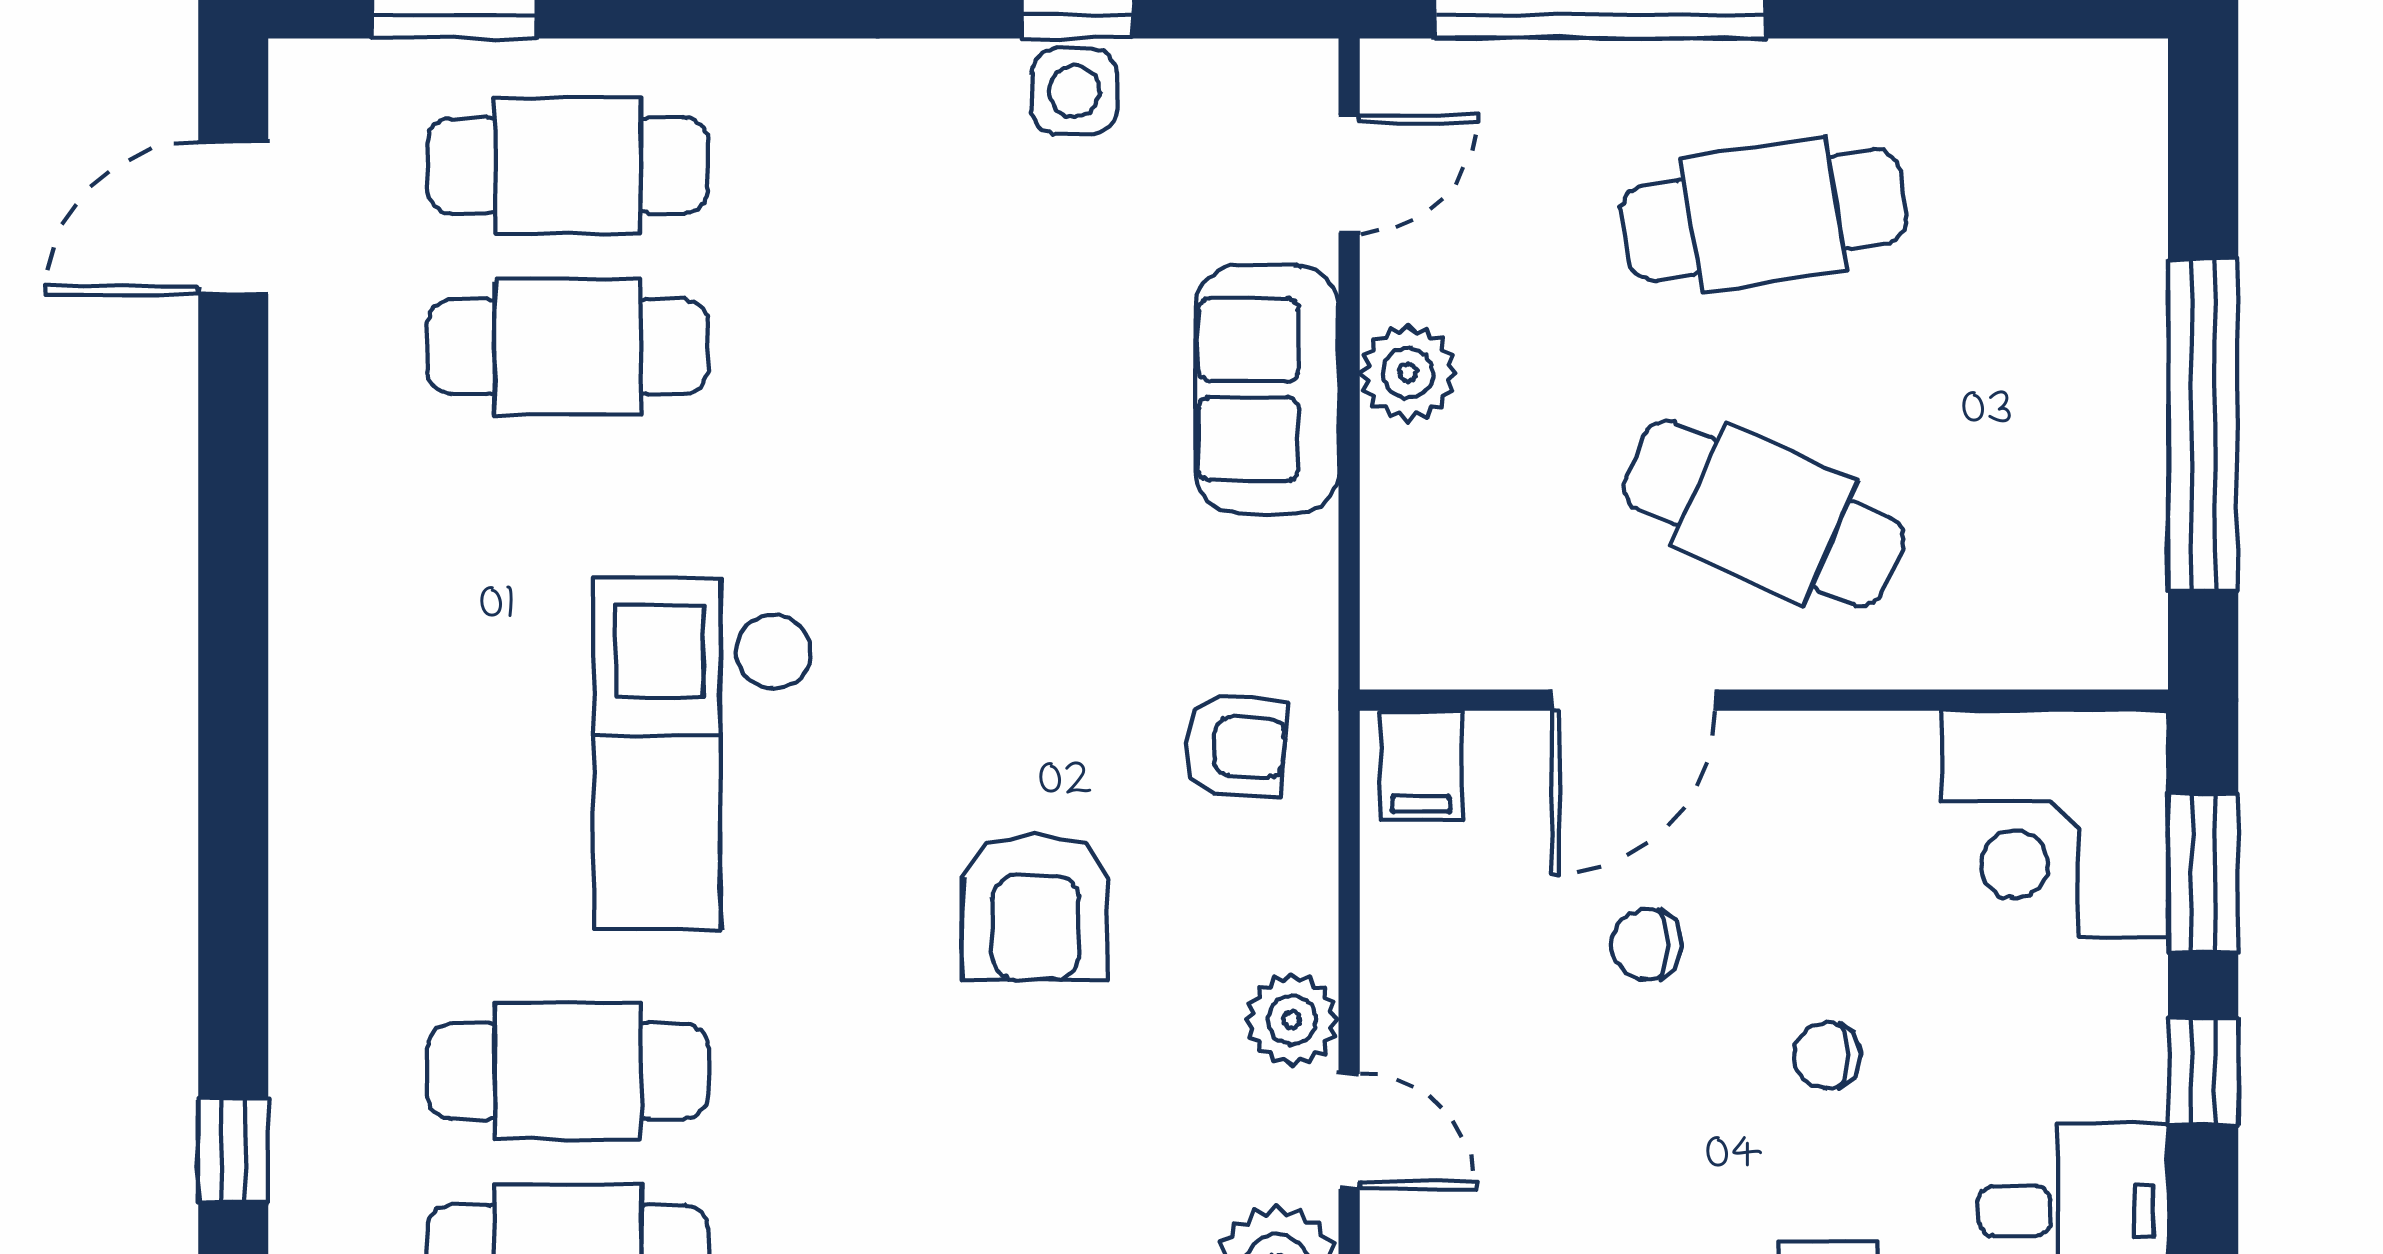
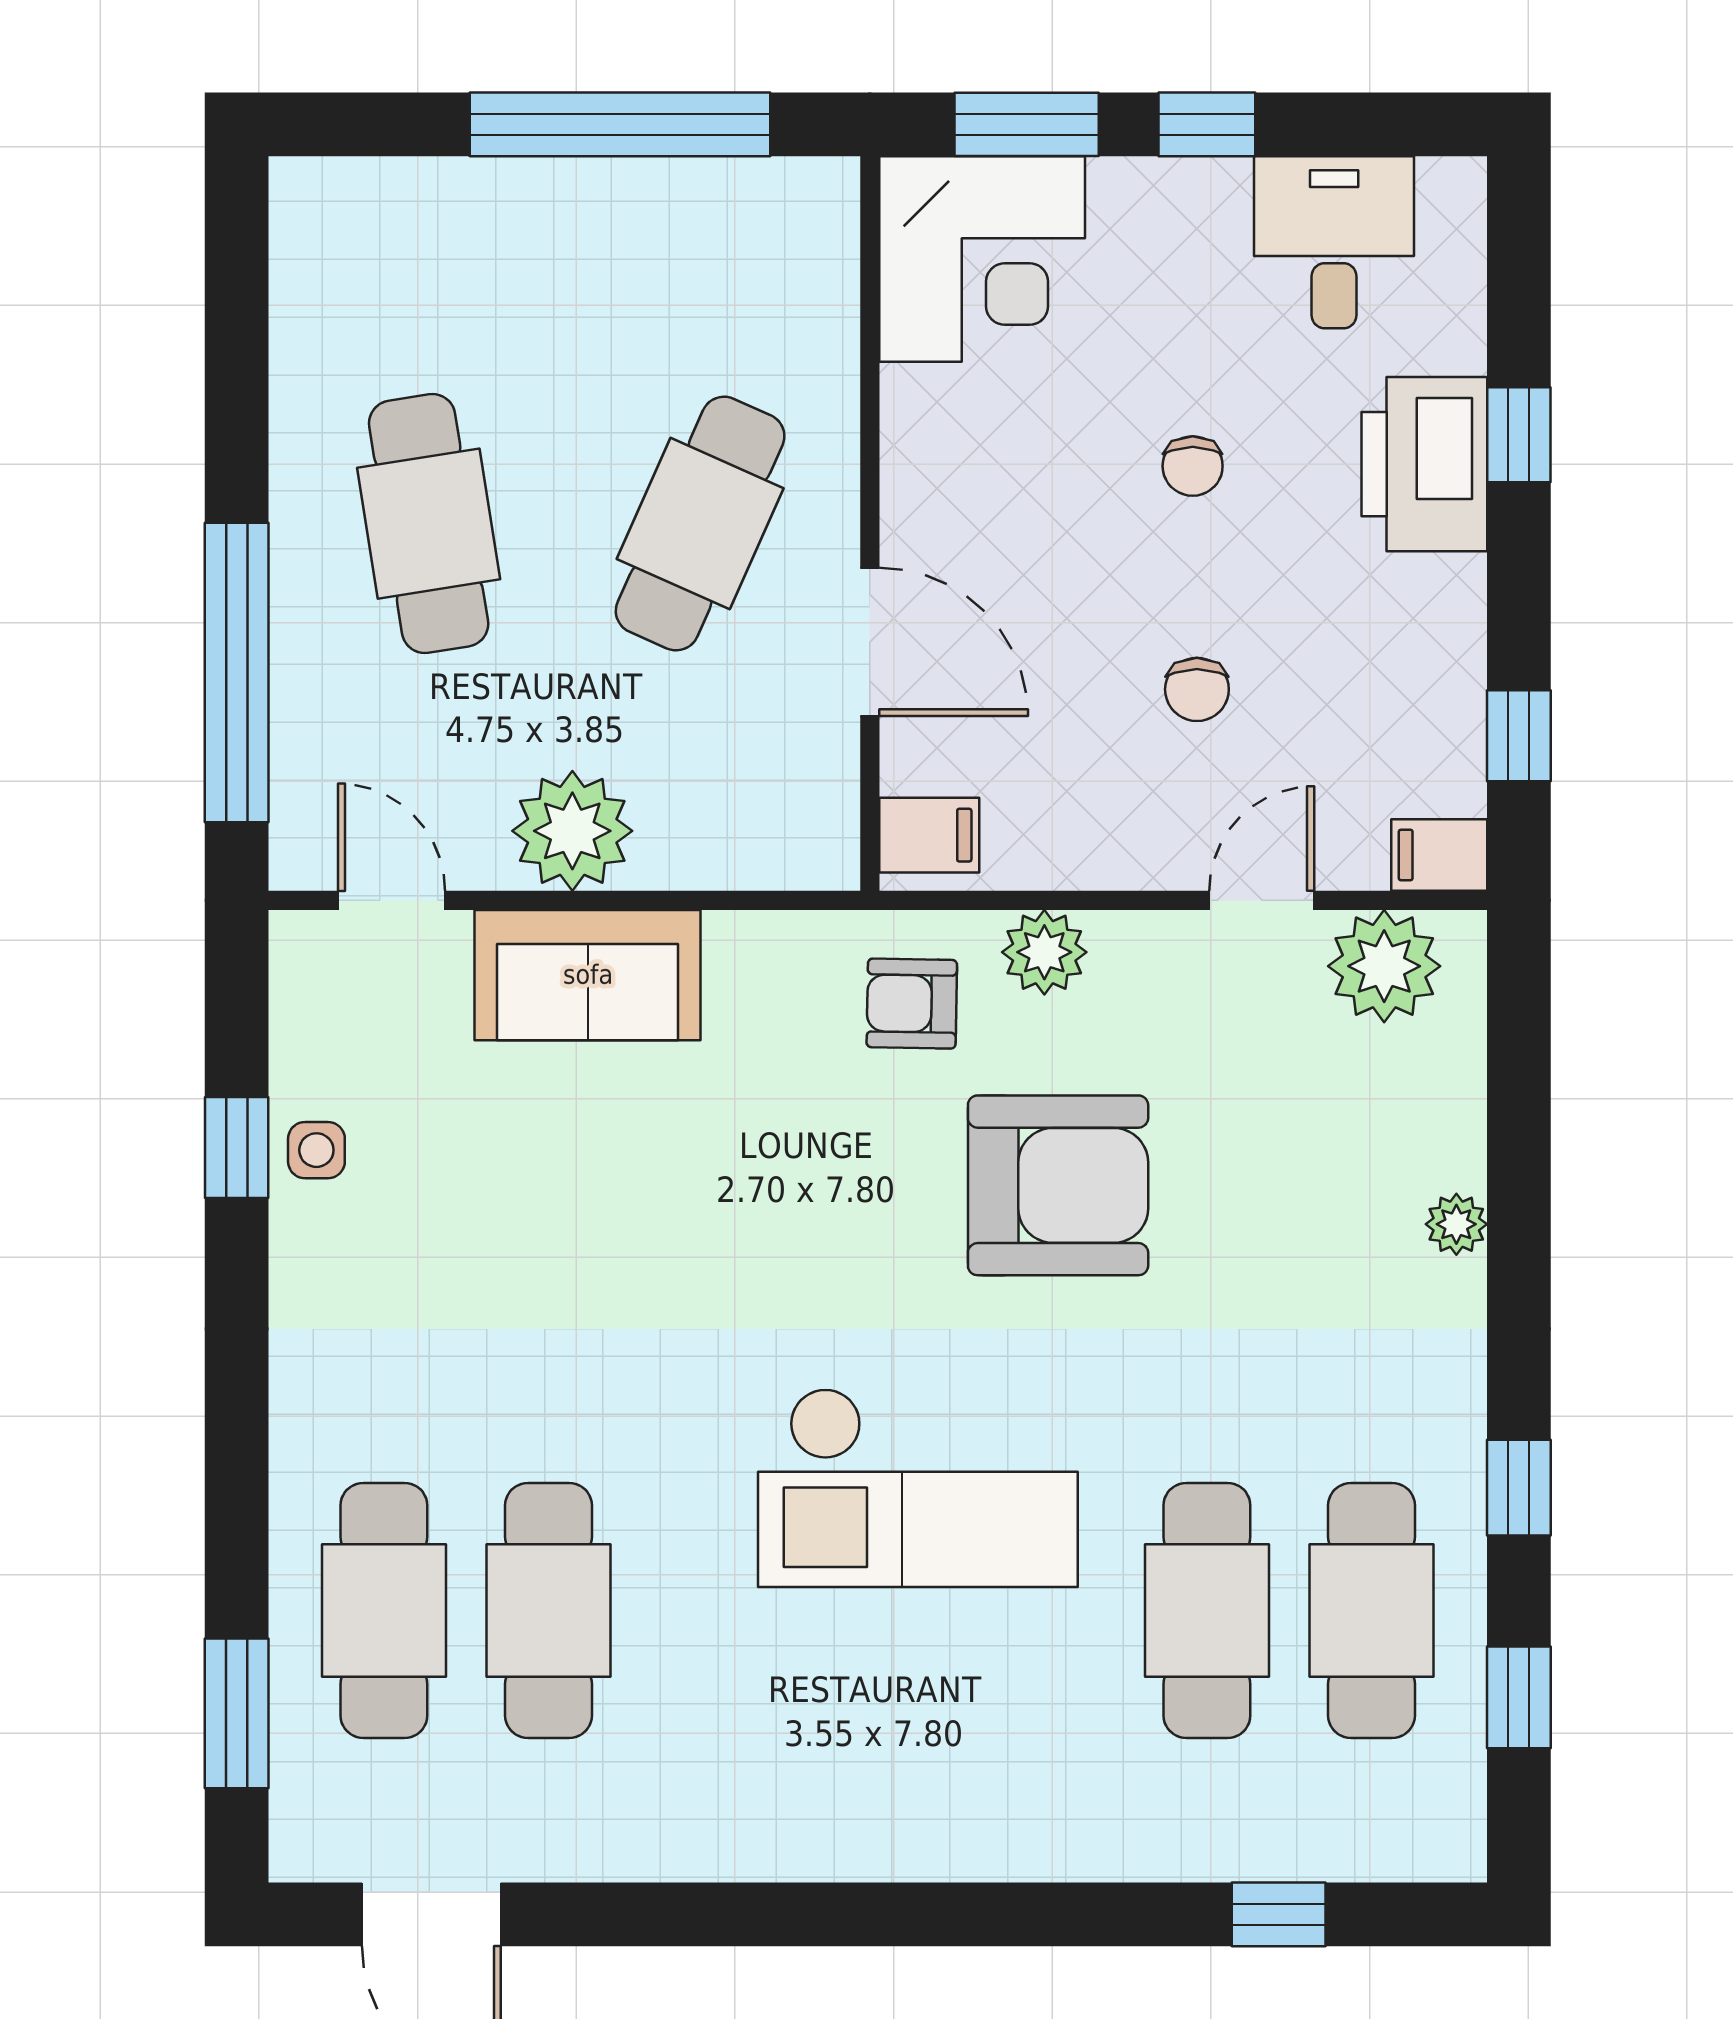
side table: (1074, 91) -> (316, 1150), width x0.73, depth x0.73
plant: (1408, 373) -> (572, 831), width x1.36, depth x1.36
armchair: (1236, 746) -> (912, 1004), turned -93
armchair: (1036, 907) -> (1058, 1185), width x1.36, depth x1.36
chair: (1646, 945) -> (1197, 689), moved
plant: (1292, 1020) -> (1044, 952), moved

